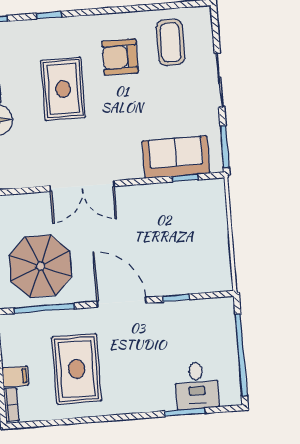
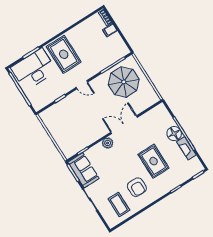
armchair: (120, 57) -> (137, 187), turned 90
sofa: (176, 157) -> (84, 170), moved, turned -90
plant: (131, 168) -> (108, 143), added
door: (121, 302) -> (82, 85), width x0.53
rug: (77, 369) -> (64, 54), moved
desk: (197, 386) -> (34, 69), width x1.87, depth x1.30

